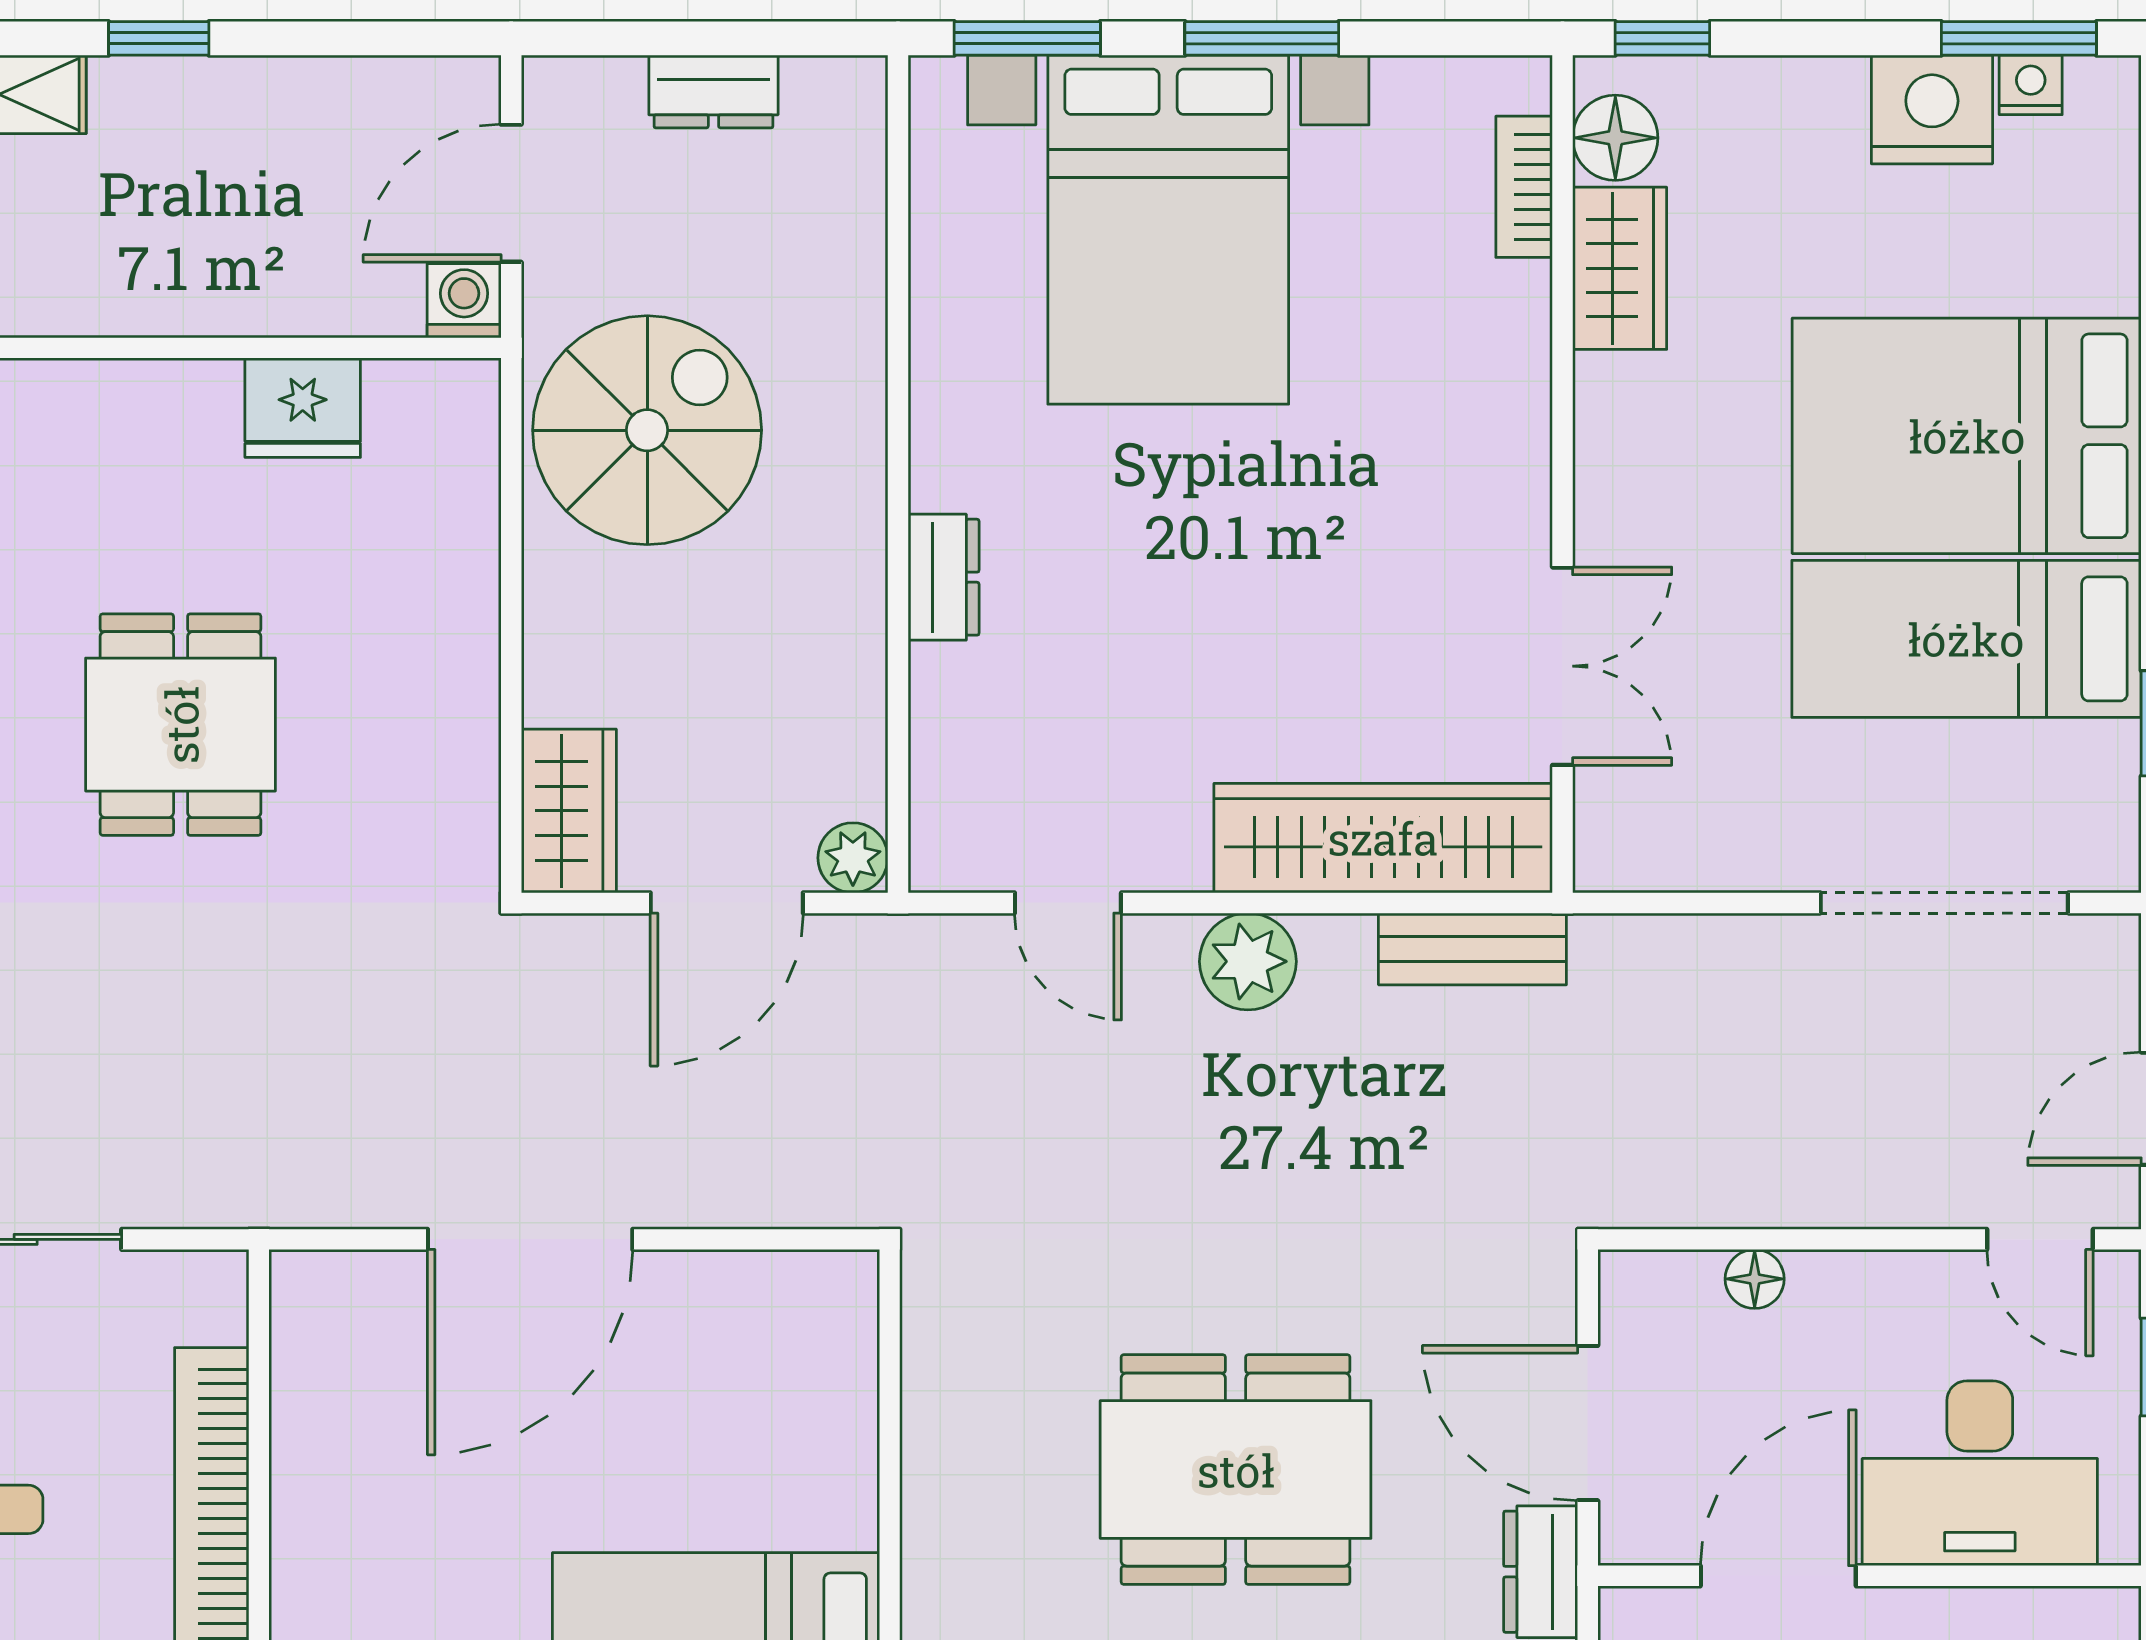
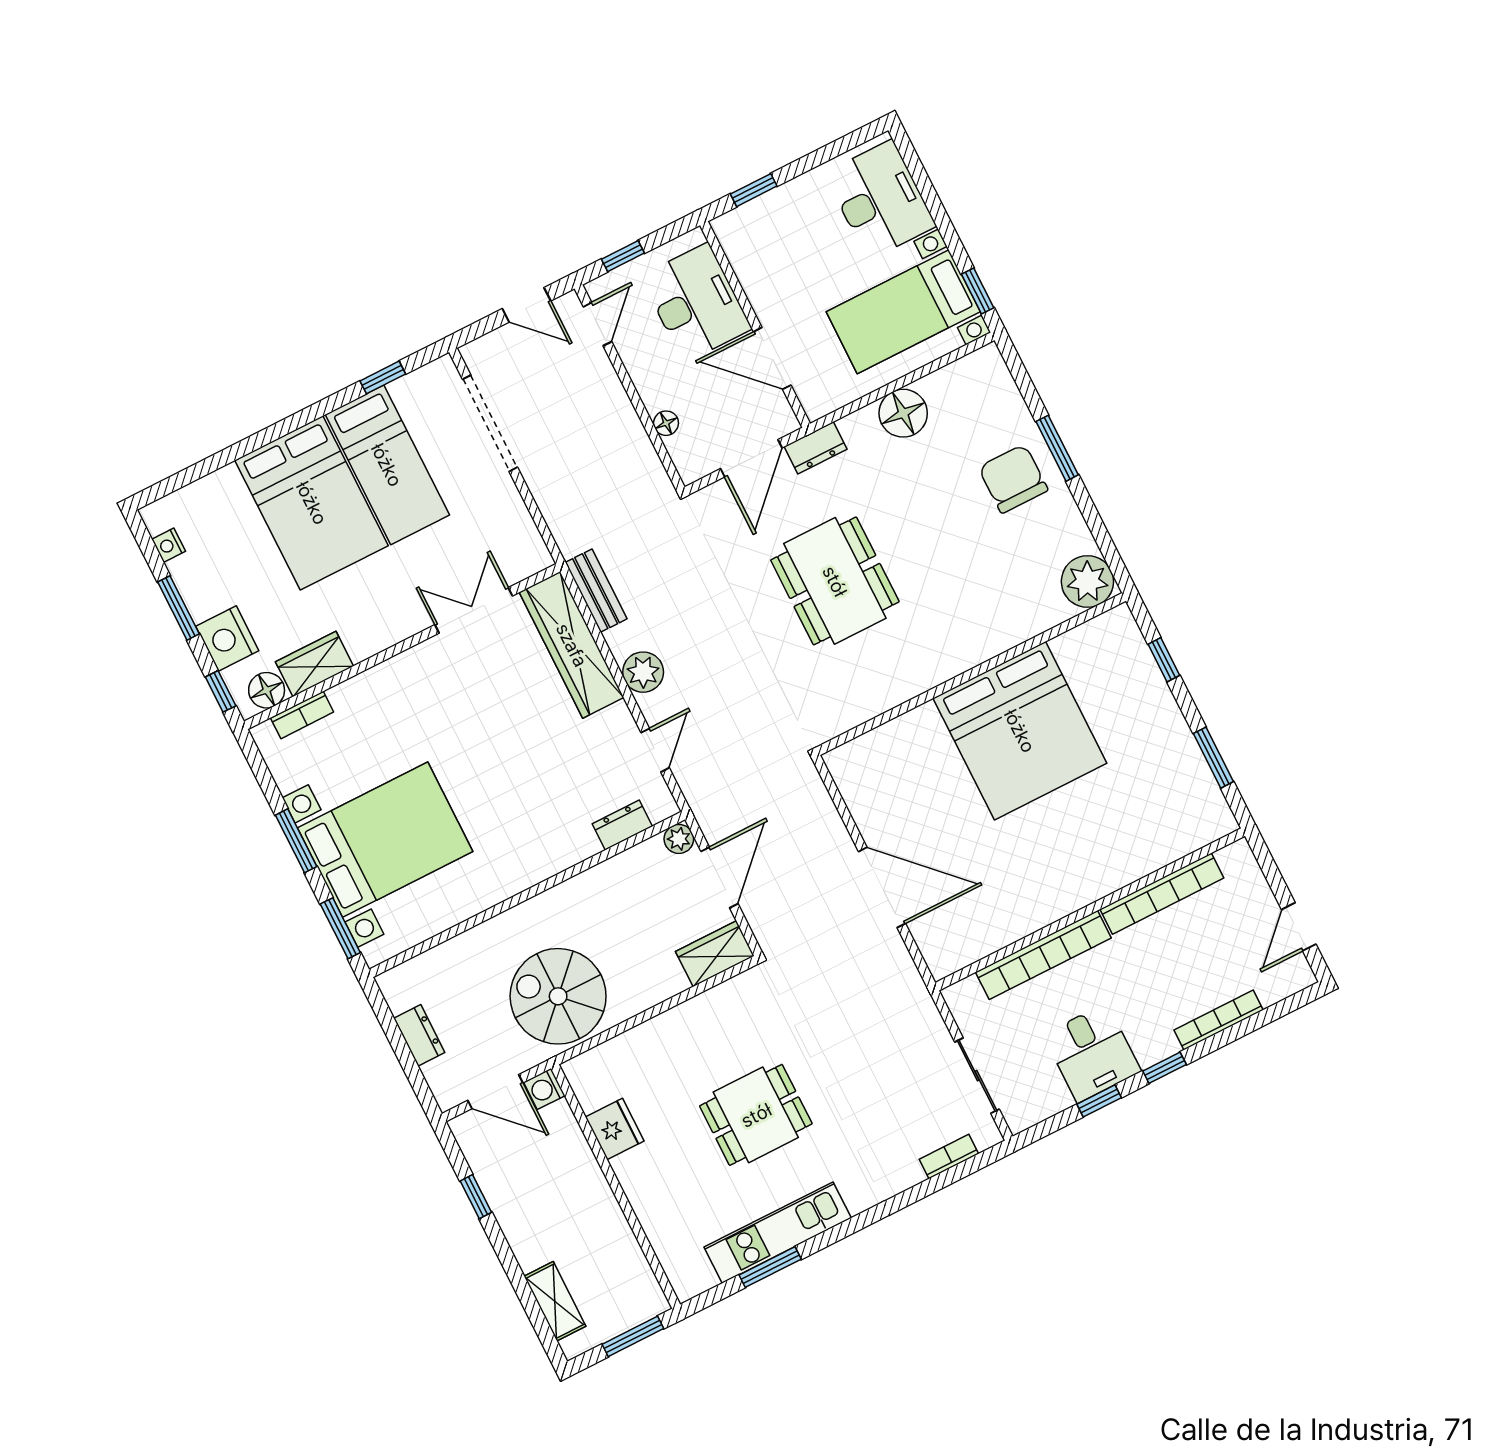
window: (159, 38) -> (476, 1197), moved
window: (2019, 38) -> (178, 608), moved
nightstand: (1932, 110) -> (227, 639), moved
dresser: (944, 577) -> (622, 825), moved
door: (727, 903) -> (719, 877), hinge flipped

